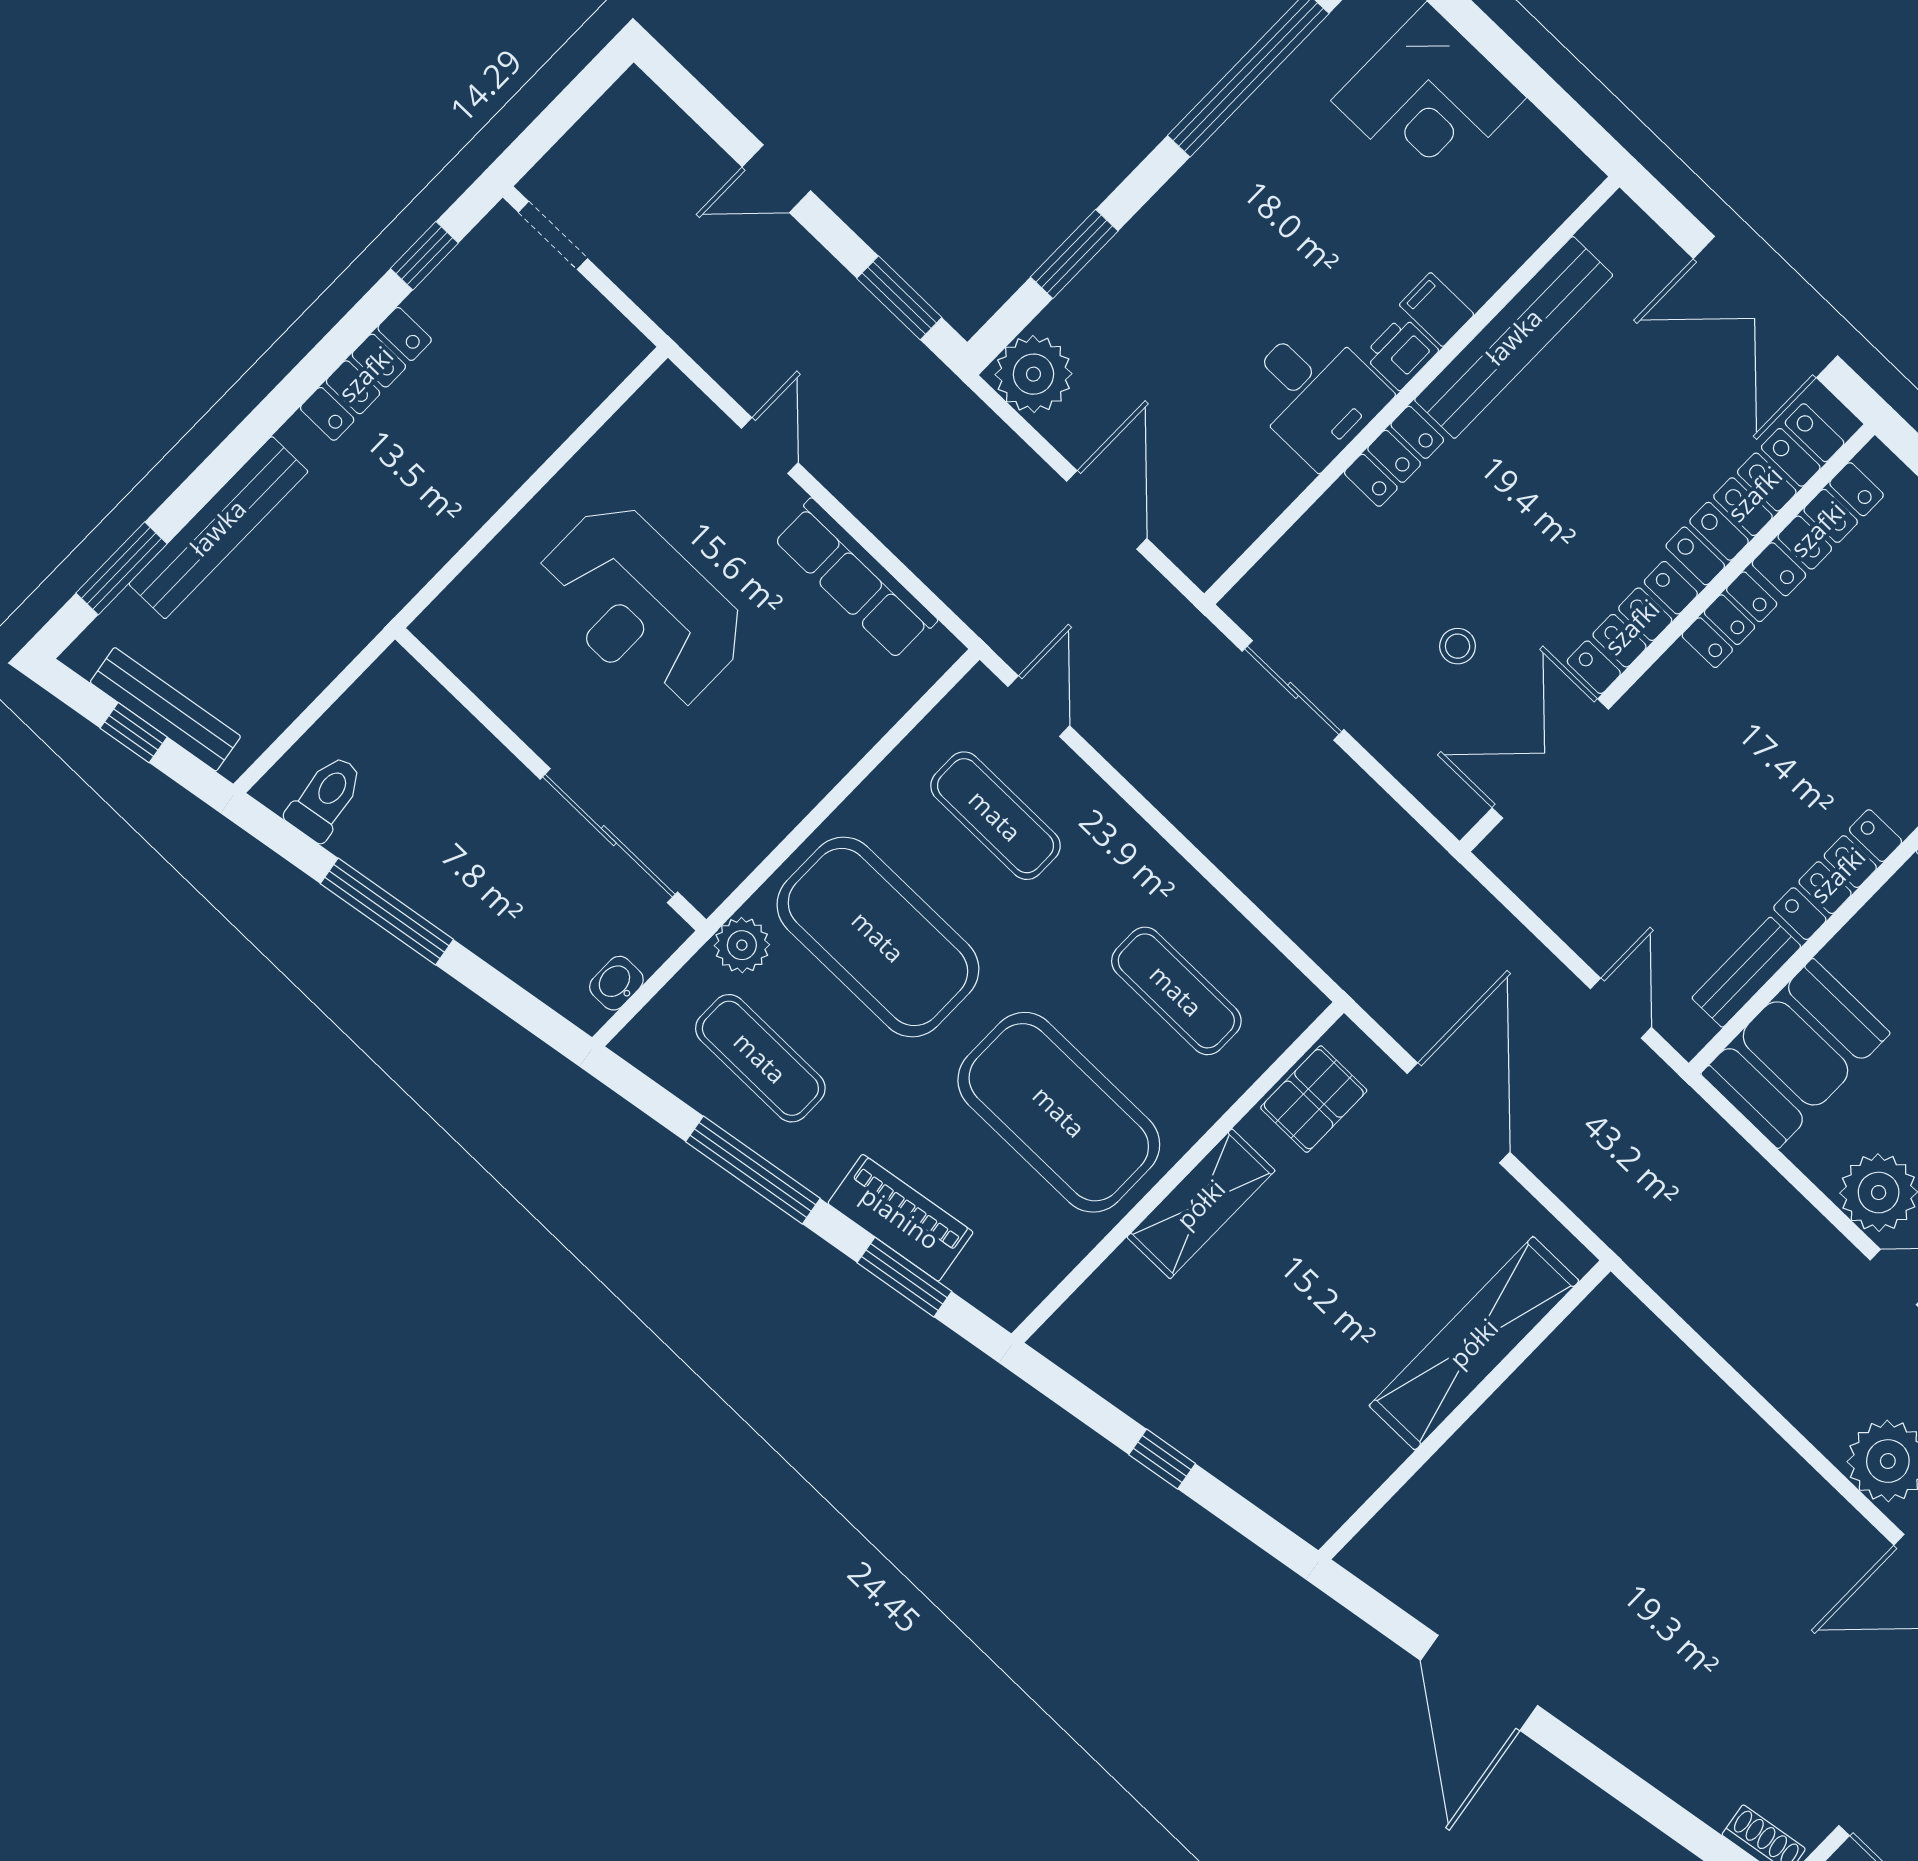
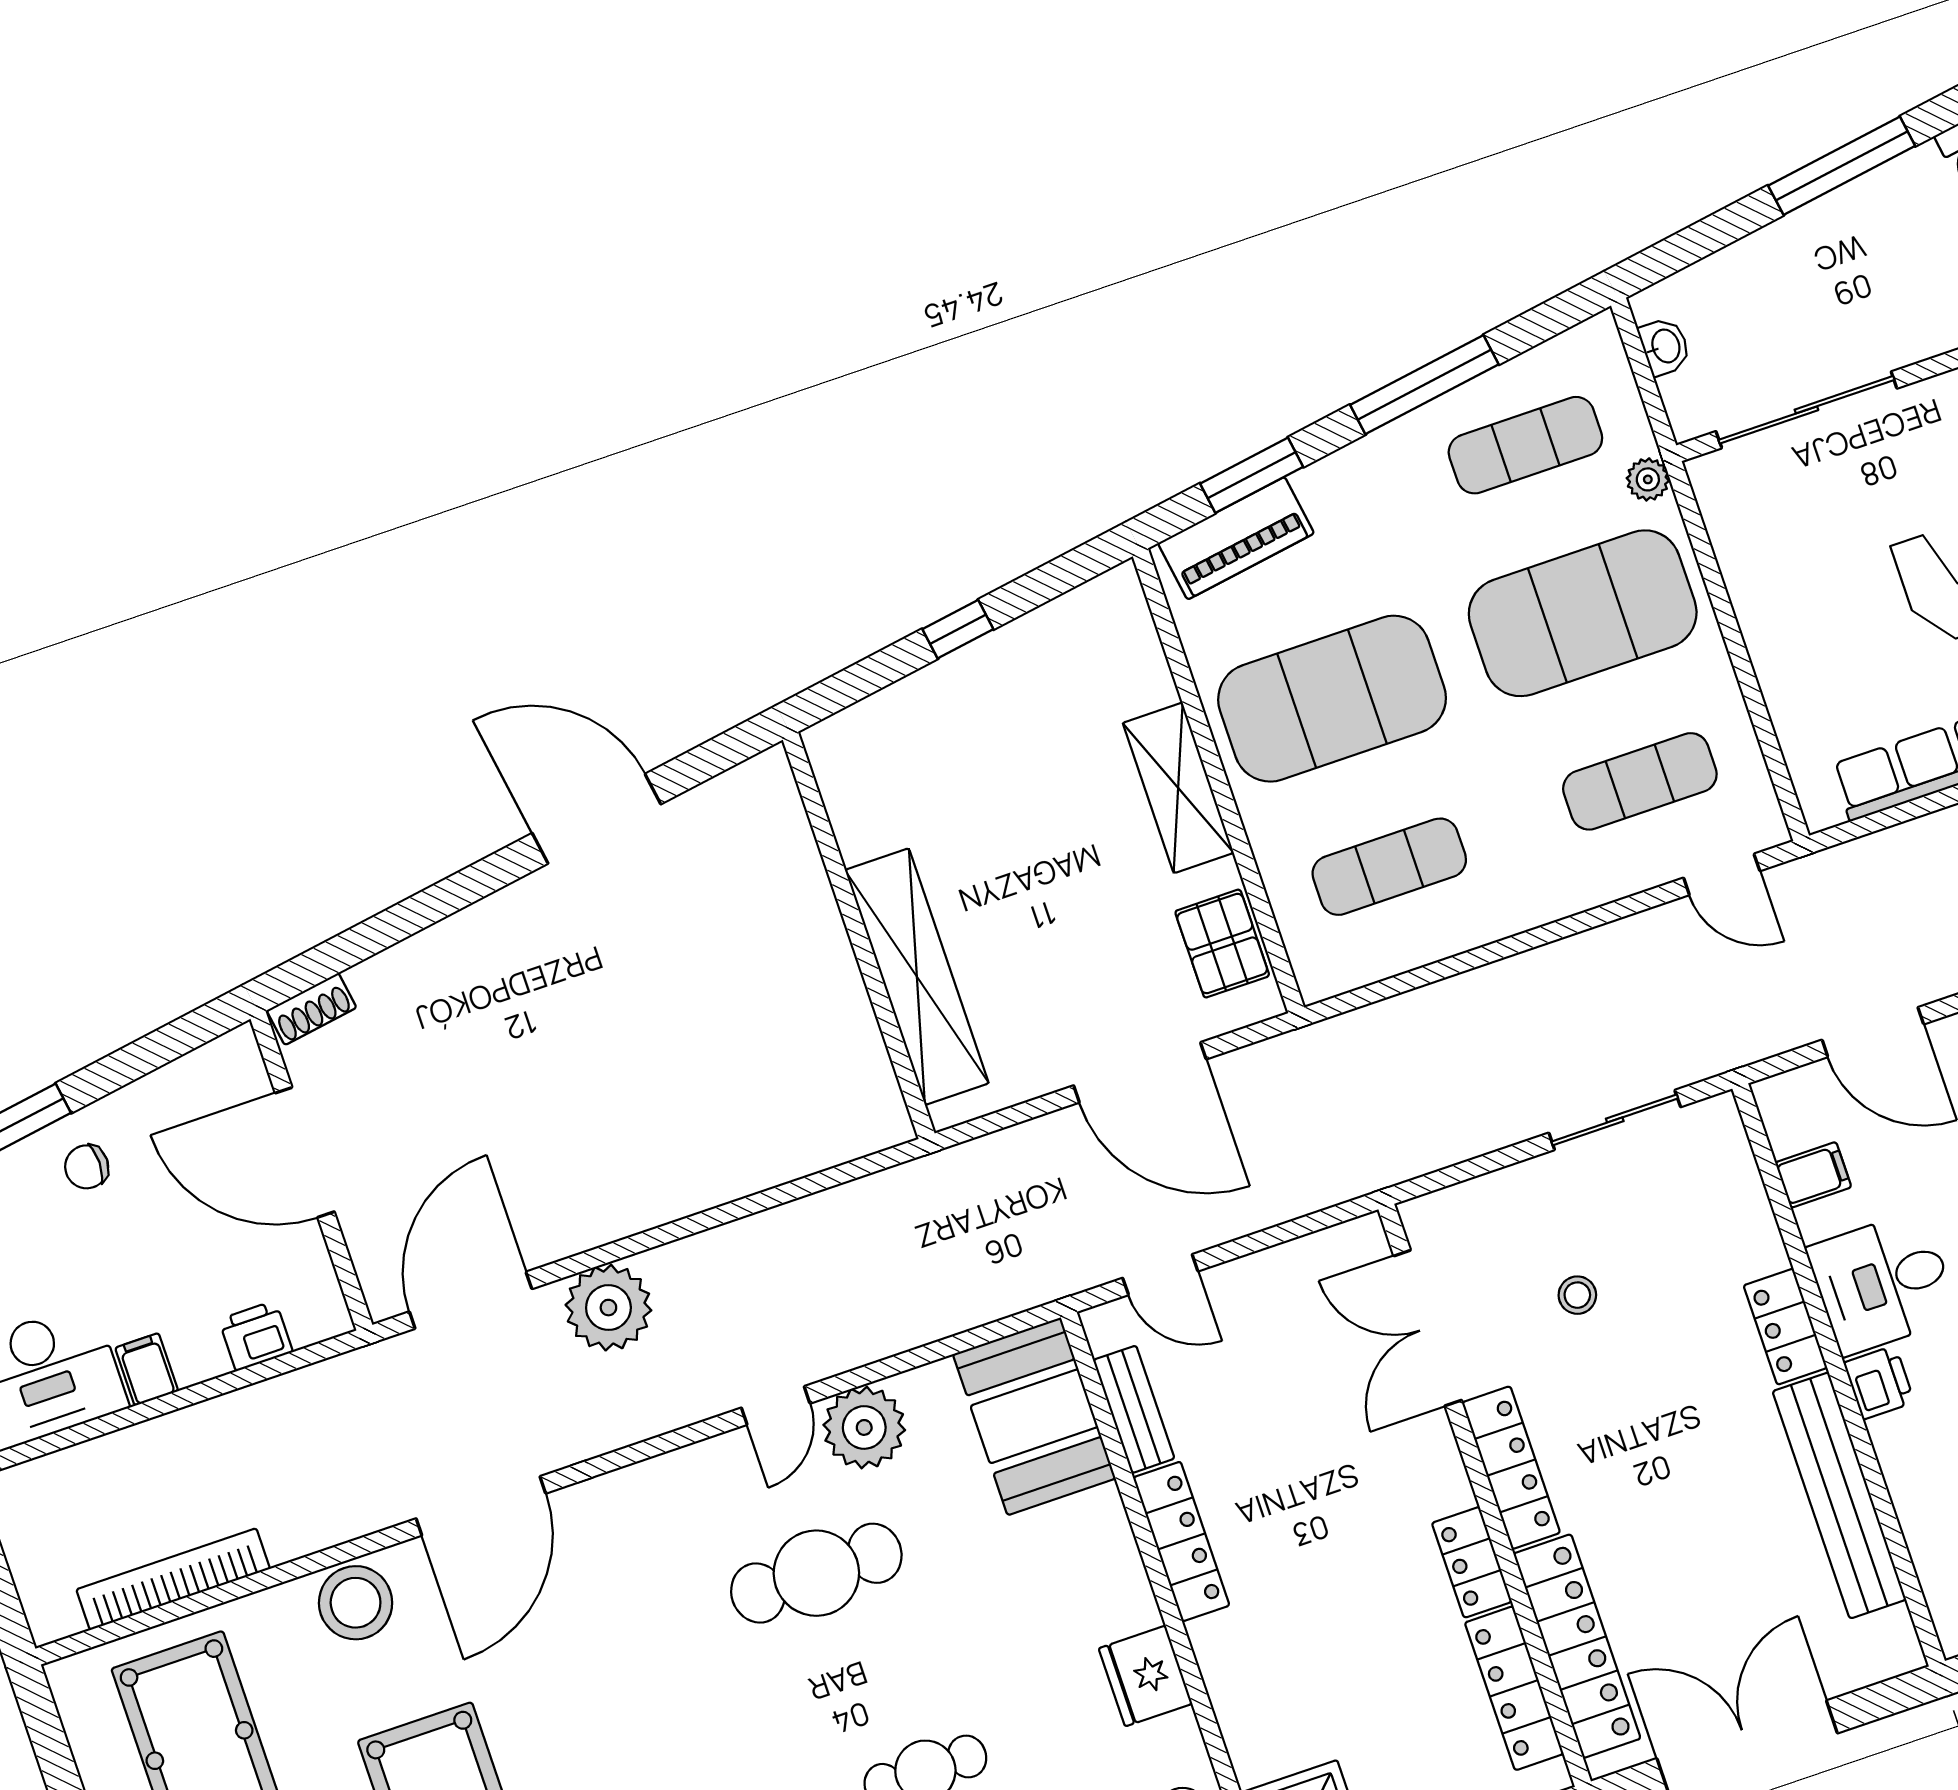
filing cabinet: (1437, 310) -> (1813, 1175), moved
double door: (1550, 759) -> (1428, 1328), swing flipped
plant: (742, 945) -> (1648, 479), width x0.73, depth x0.73
piano: (900, 1218) -> (1236, 538), moved

